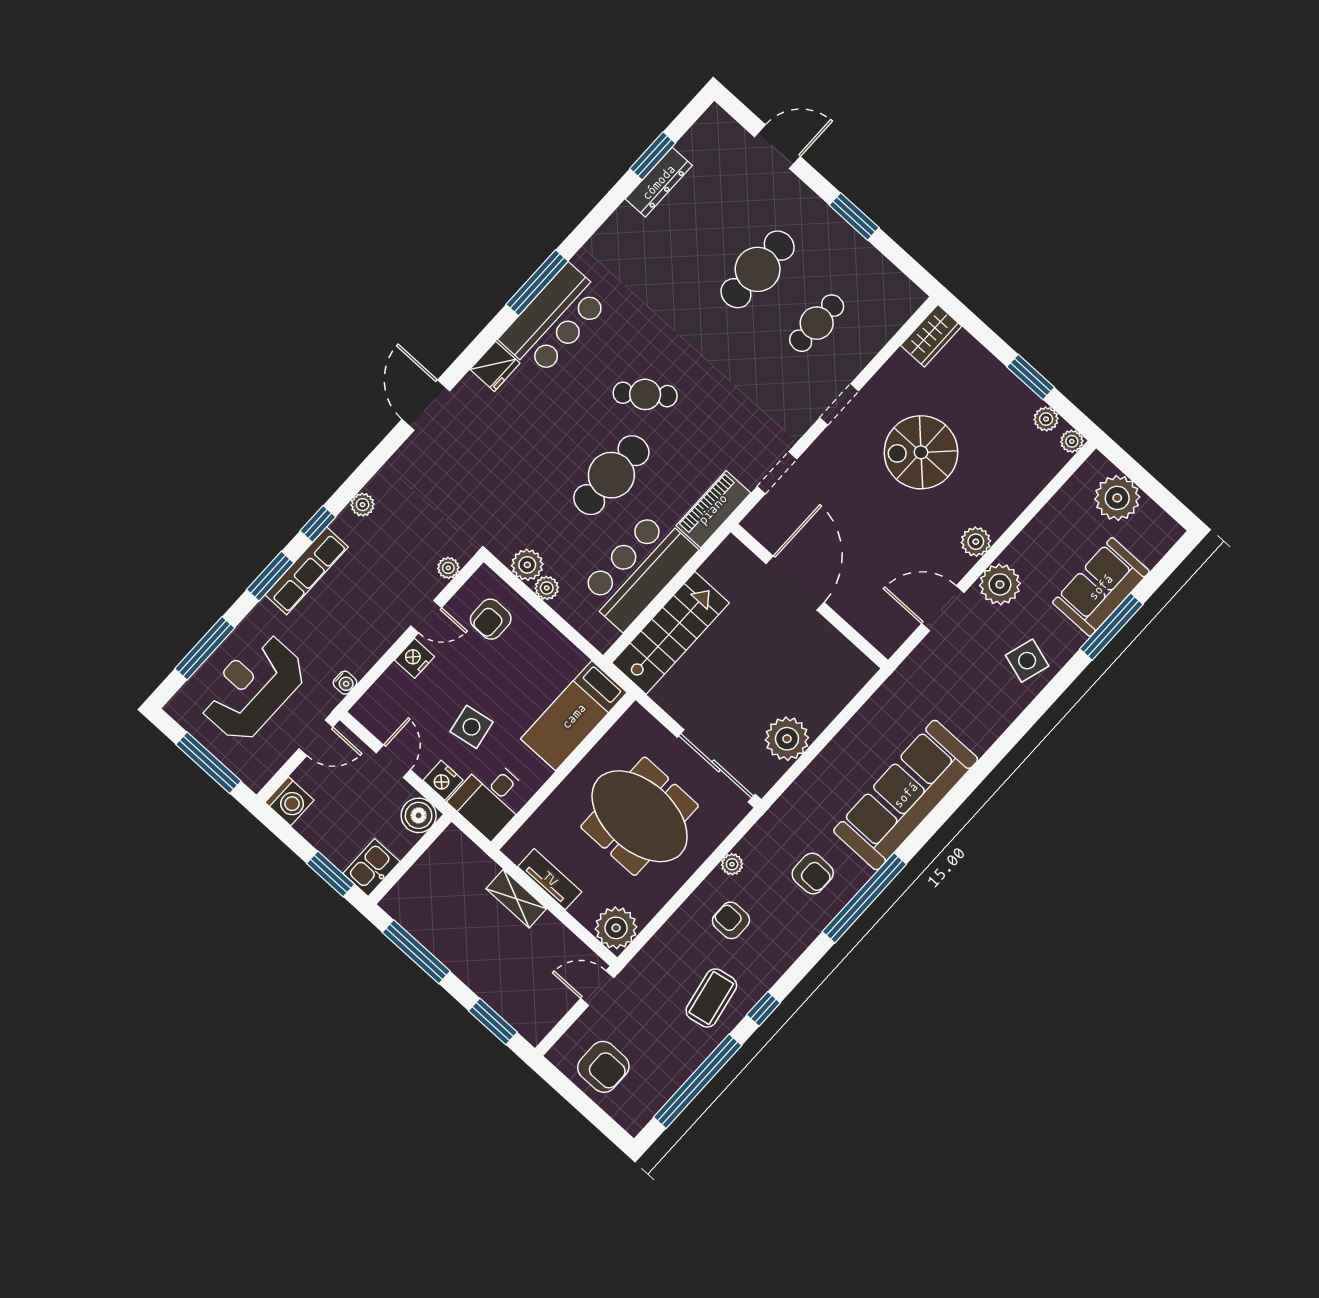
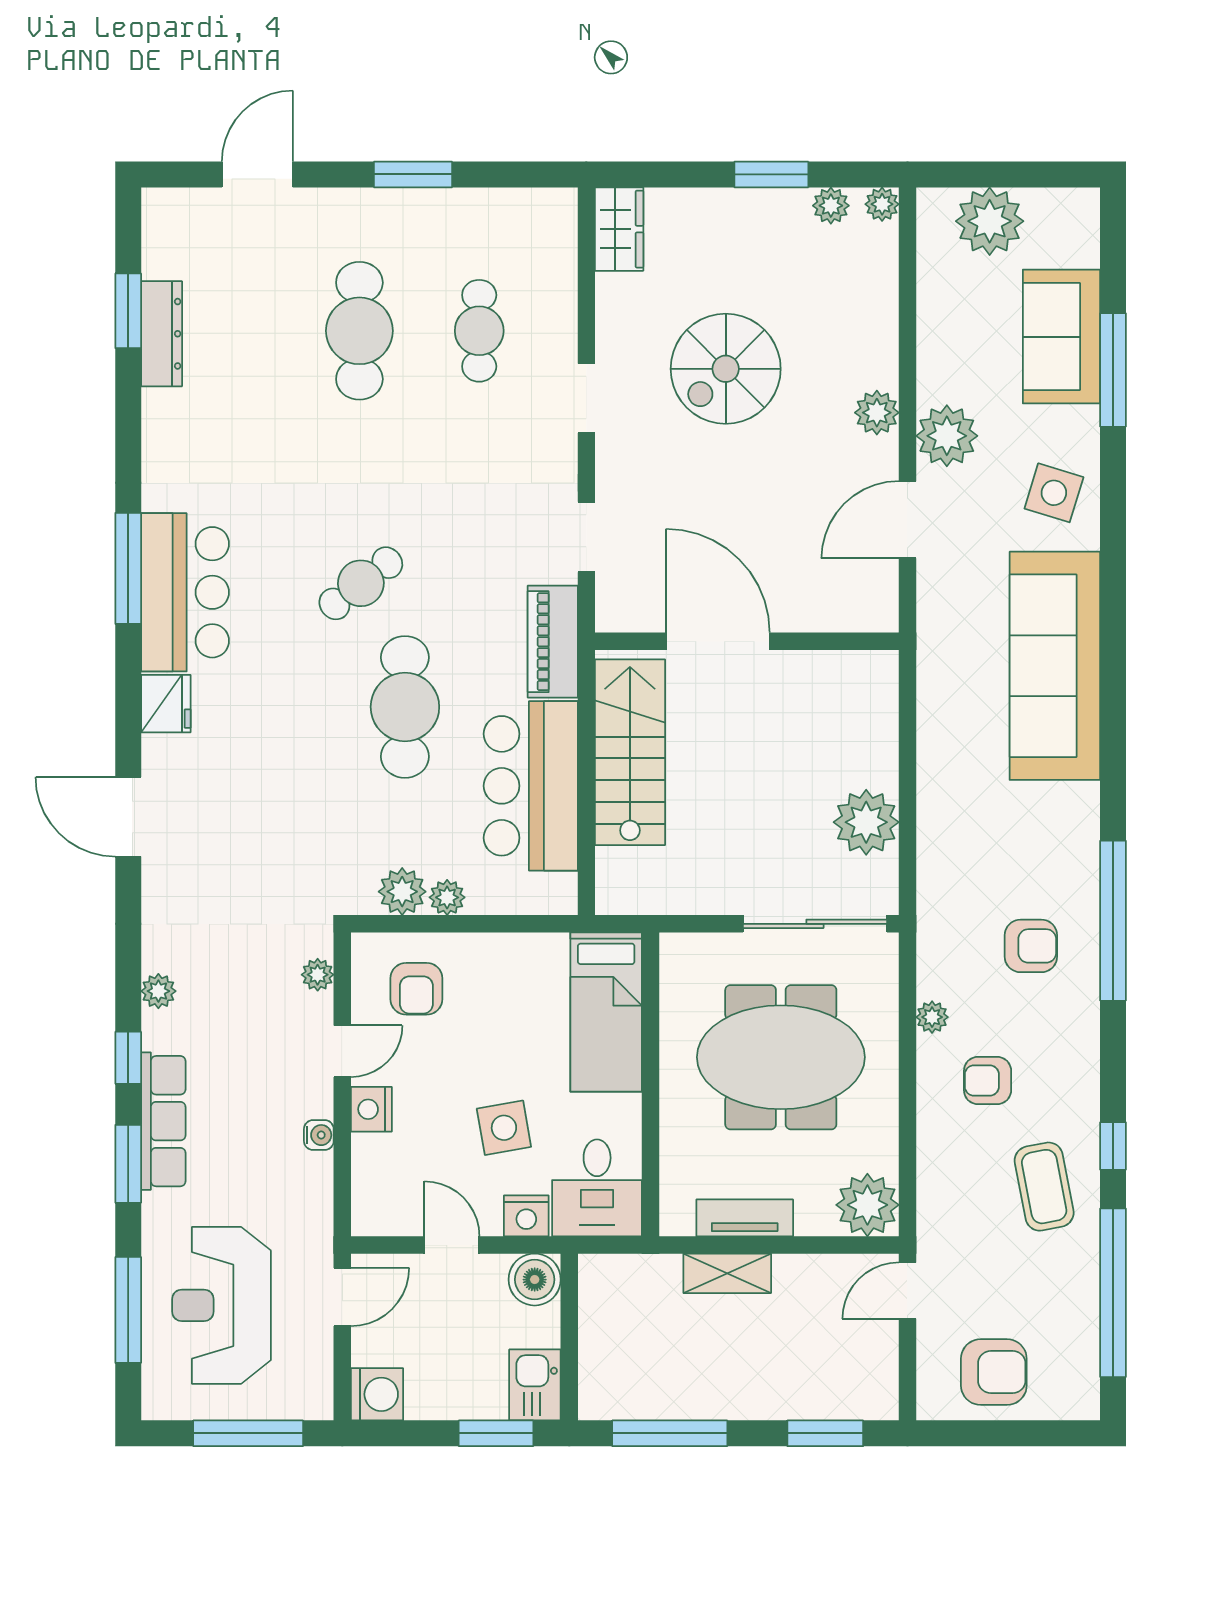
stairs: (671, 633) -> (630, 752), moved
water cooler: (345, 683) -> (319, 1135), moved
sofa: (906, 795) -> (1055, 666), moved

